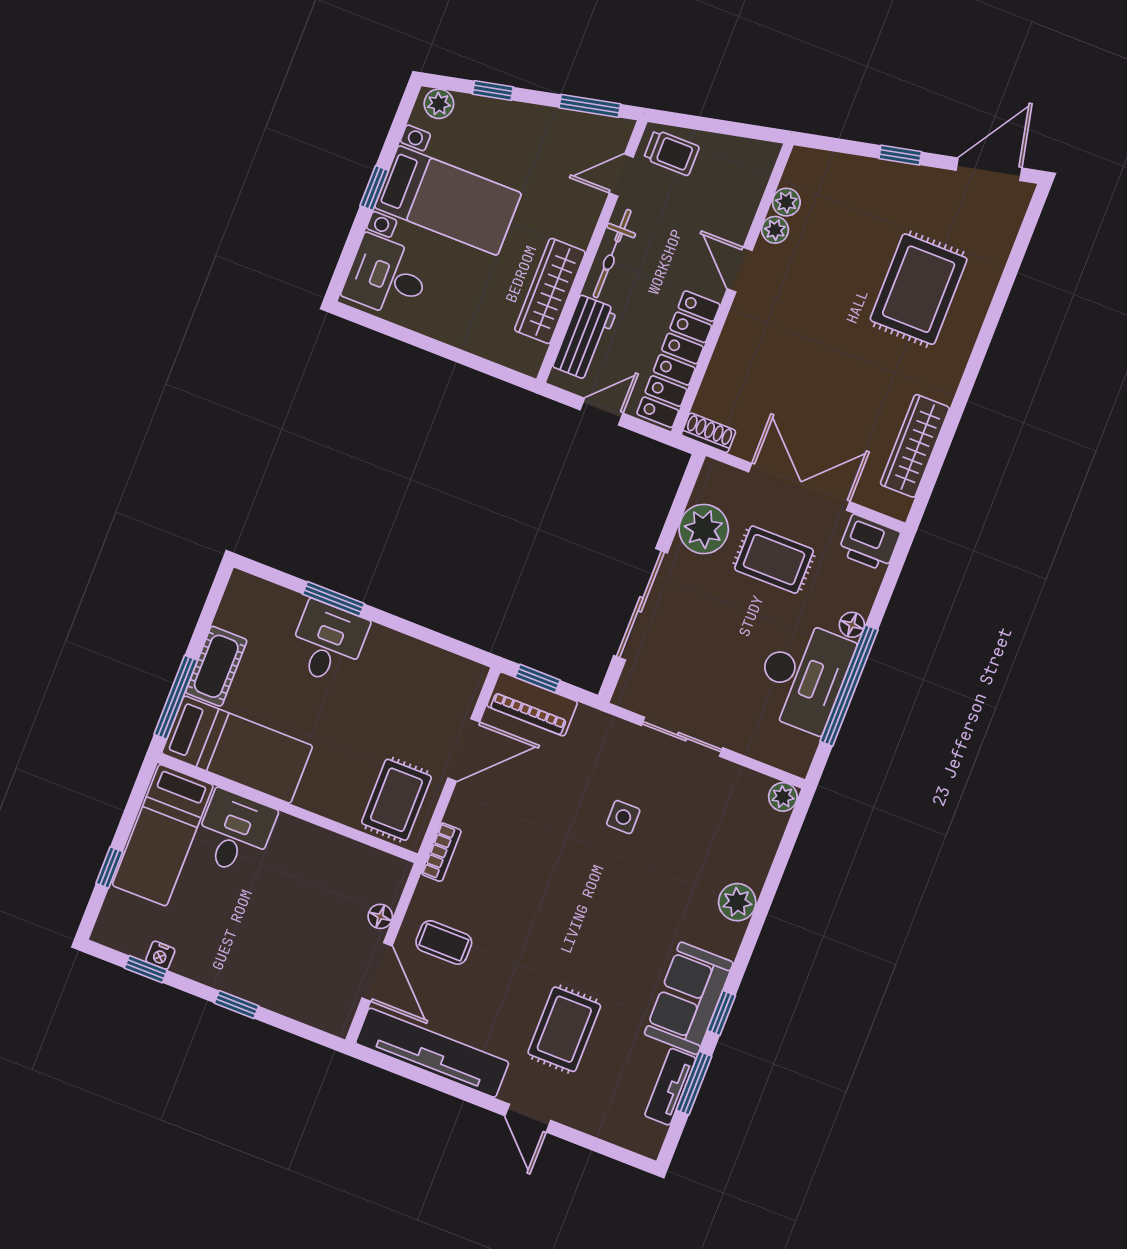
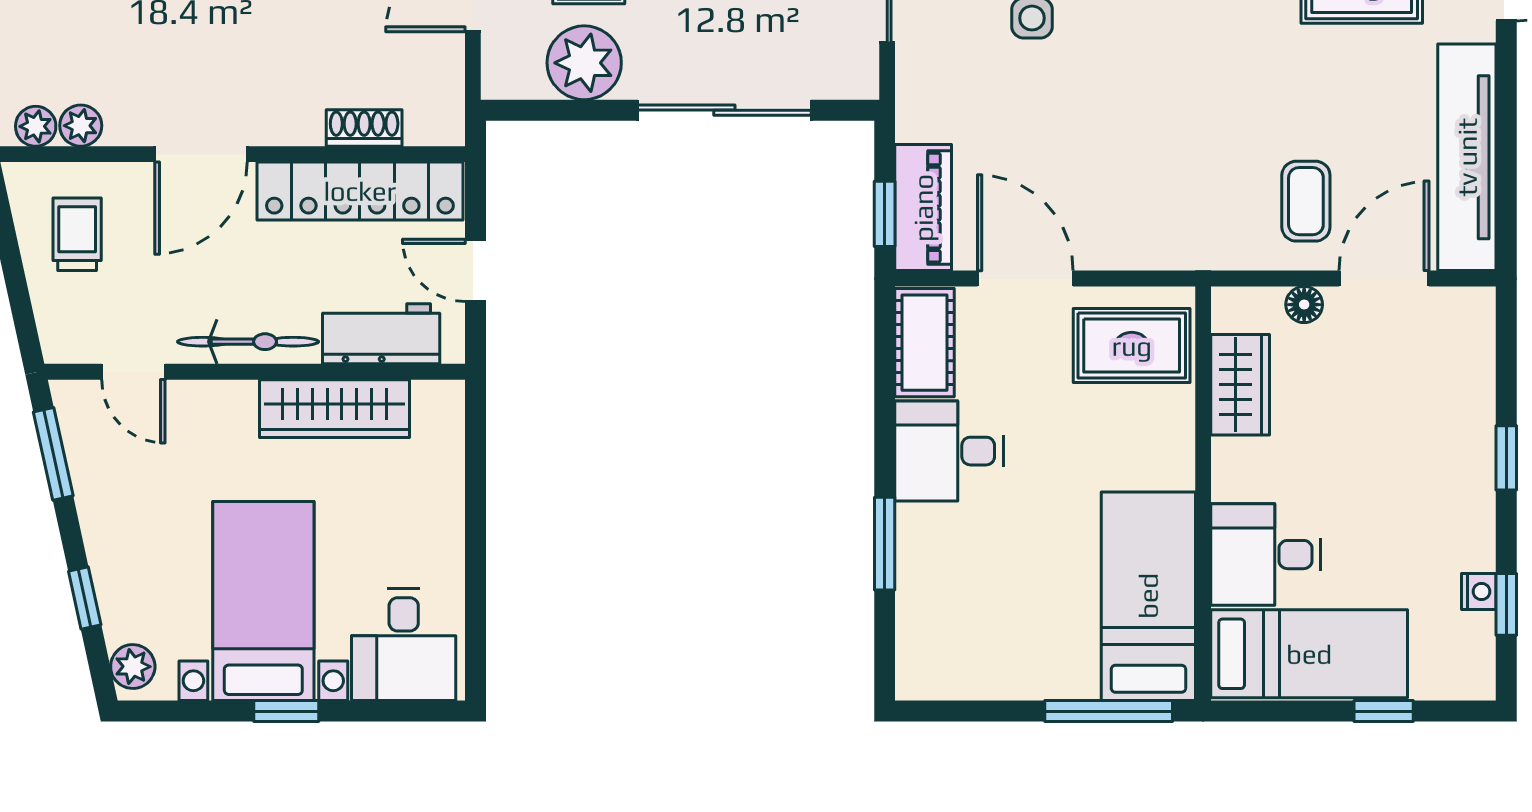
trolley: (672, 153) -> (77, 234), moved
plant: (775, 230) -> (36, 126), moved
door: (740, 270) -> (201, 154), width x1.38
shoe rack: (708, 433) -> (364, 128), moved, turned 90
desk: (328, 643) -> (949, 451), moved
cot: (216, 666) -> (925, 343), moved, turned 90
bookcase: (441, 852) -> (1181, 254), removed
wardrobe: (346, 857) -> (1240, 385), added

